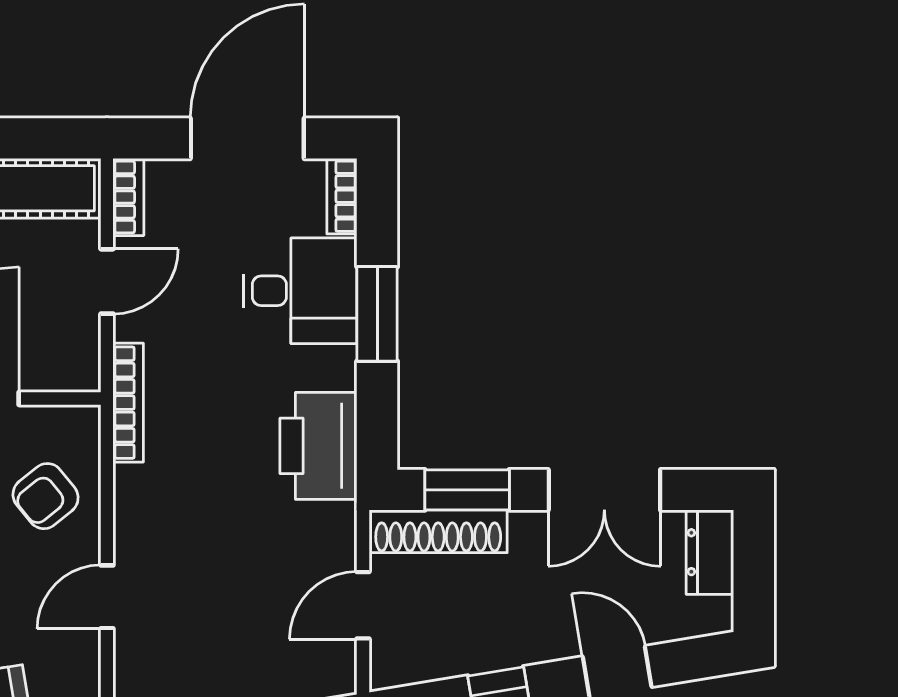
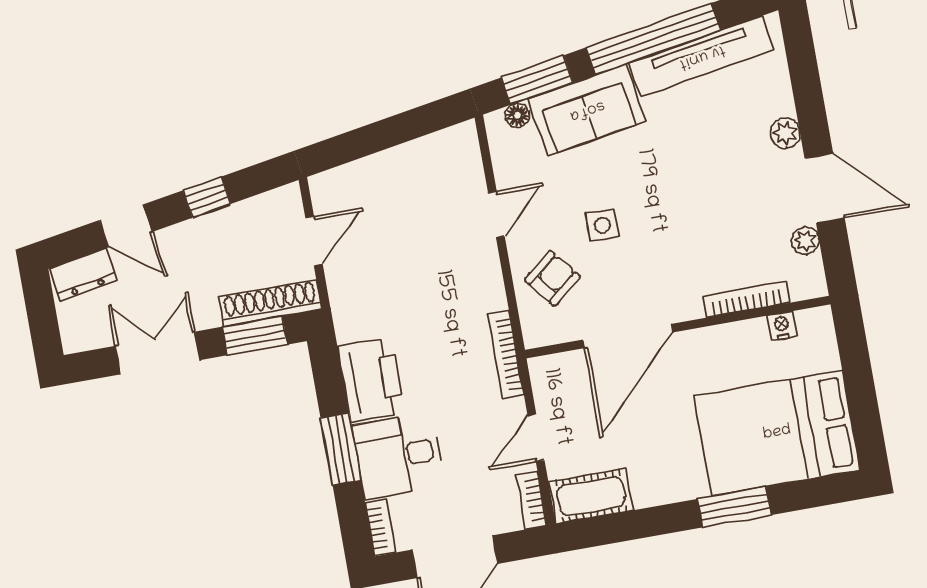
printer: (318, 446) -> (371, 380), moved
dresser: (710, 552) -> (83, 274), moved, turned 81

